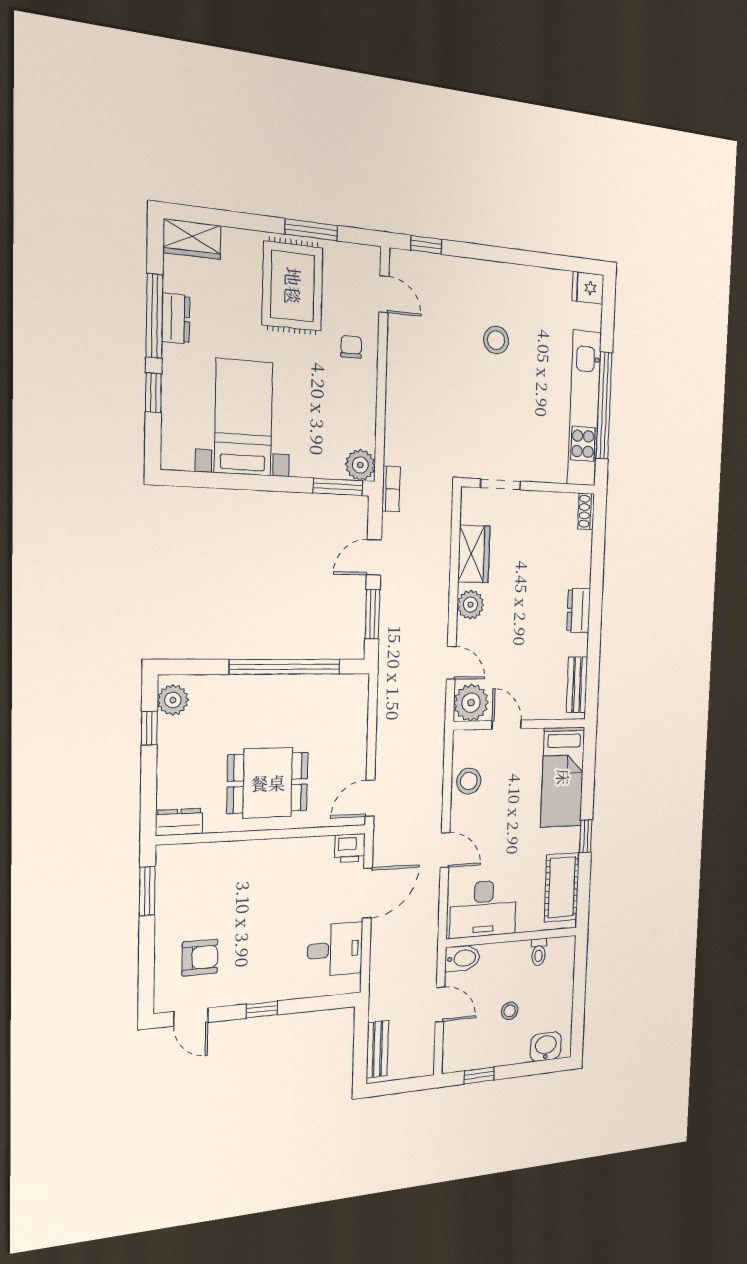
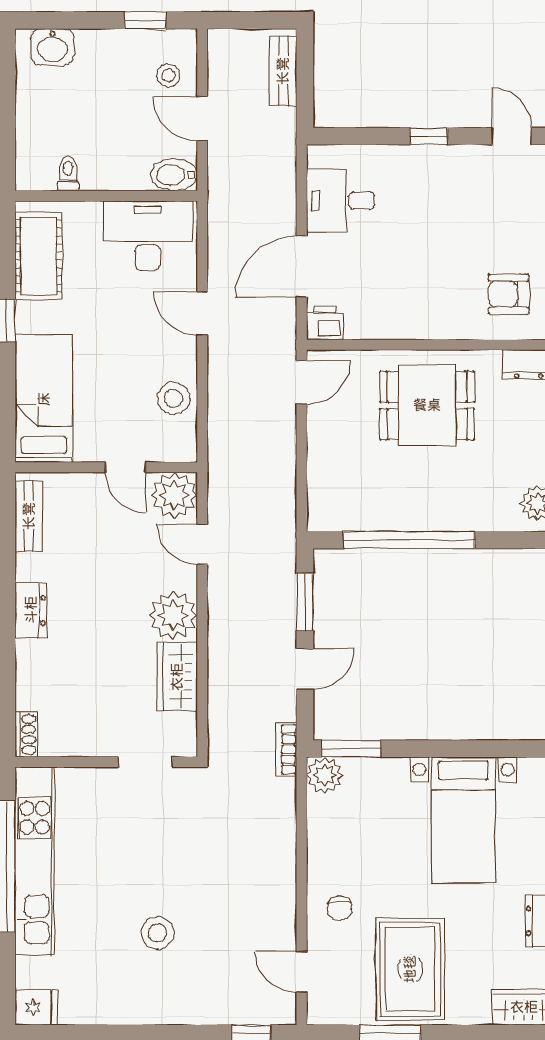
plant: (470, 605) -> (173, 615), width x1.36, depth x1.36
armchair: (200, 958) -> (509, 294), moved
stool: (510, 1011) -> (169, 75), moved

